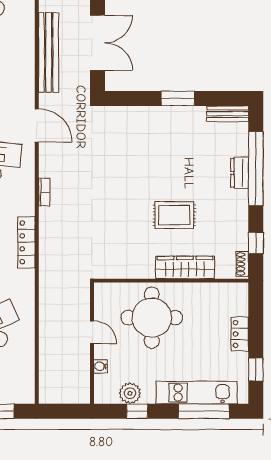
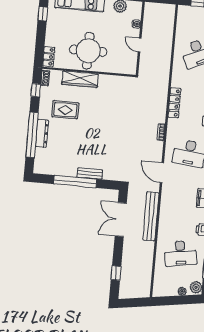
window: (178, 98) -> (75, 182), width x2.11
bench: (228, 114) -> (90, 174), moved
dresser: (240, 173) -> (42, 133), width x1.44
rug: (174, 215) -> (65, 110), moved
round table: (152, 318) -> (88, 51), moved
locker: (240, 334) -> (49, 57), moved

